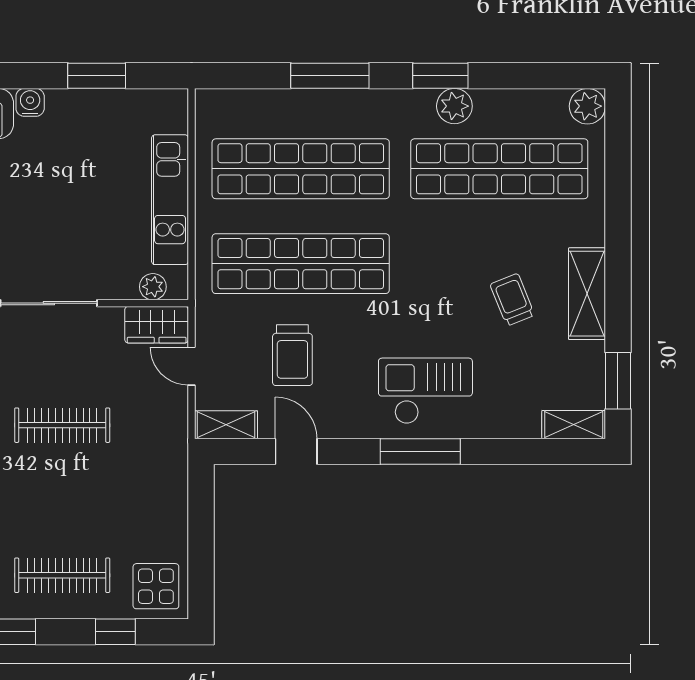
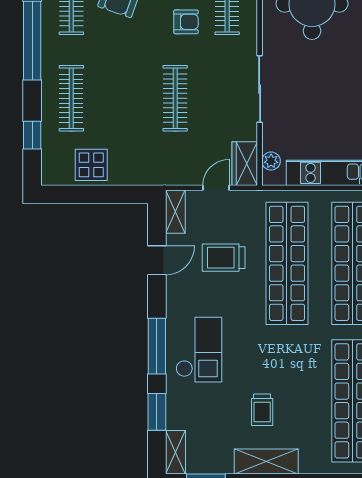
trolley: (512, 300) -> (262, 410), turned 112
window: (515, 452) -> (157, 412), added
display table: (156, 586) -> (91, 165), moved

